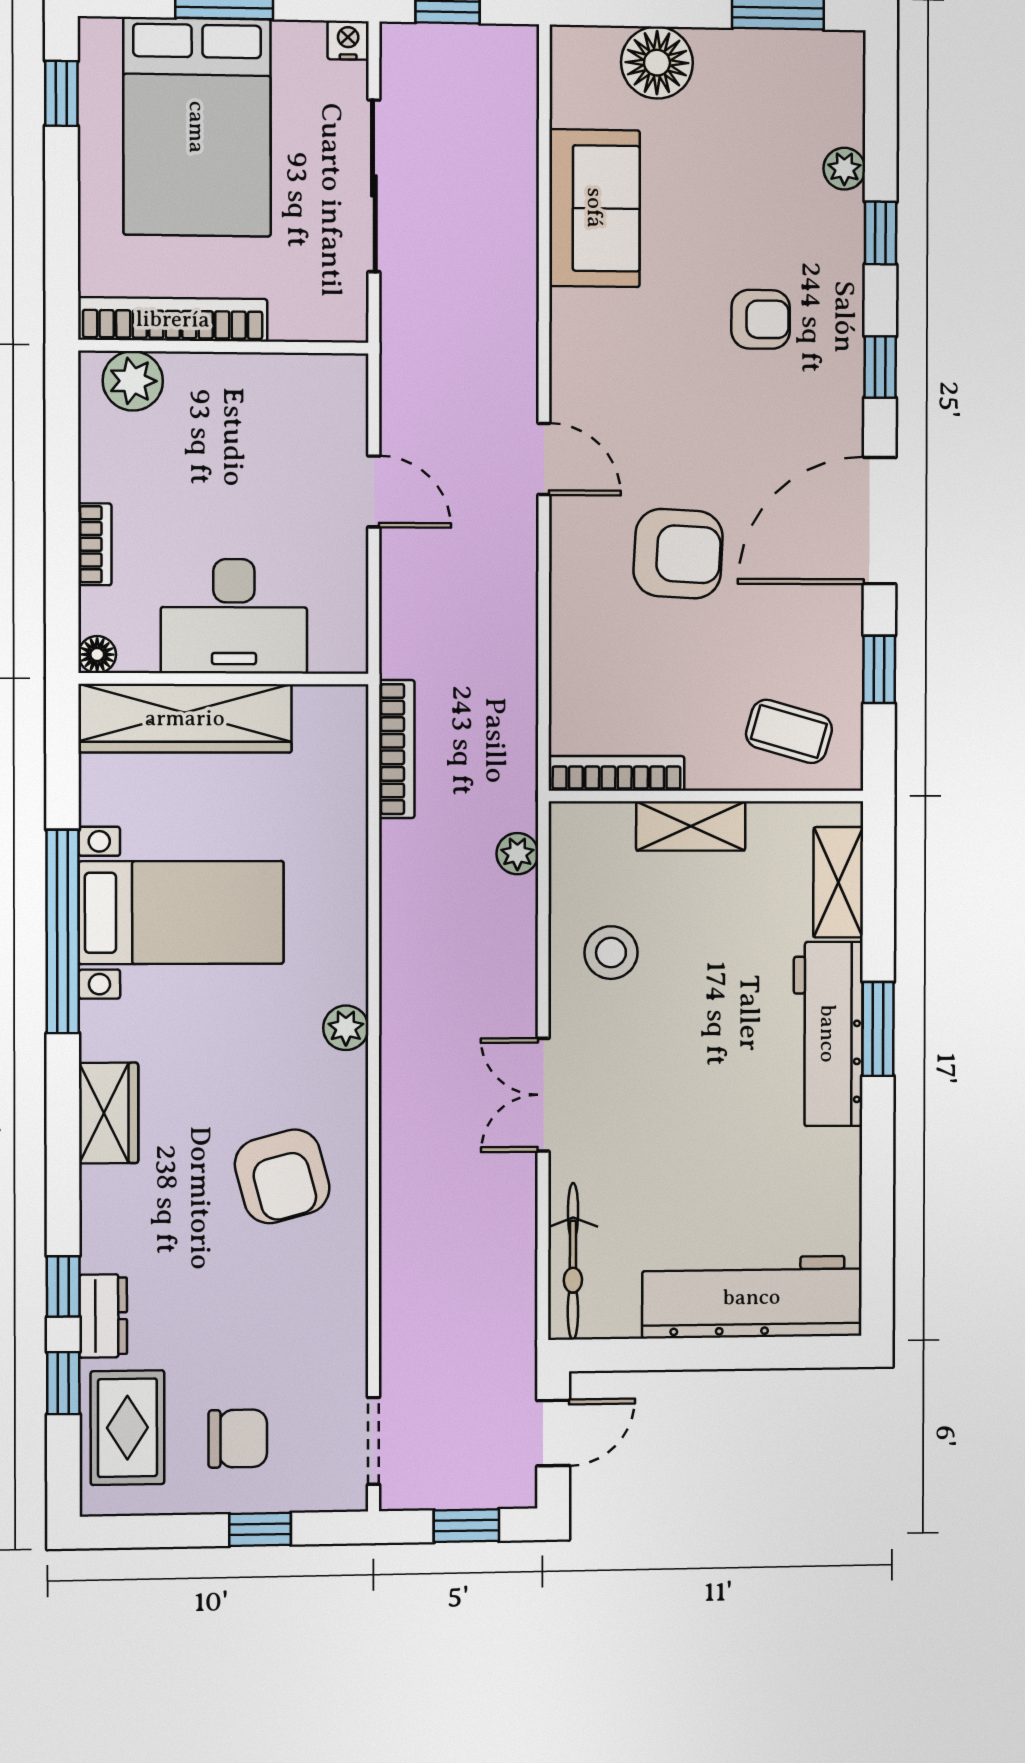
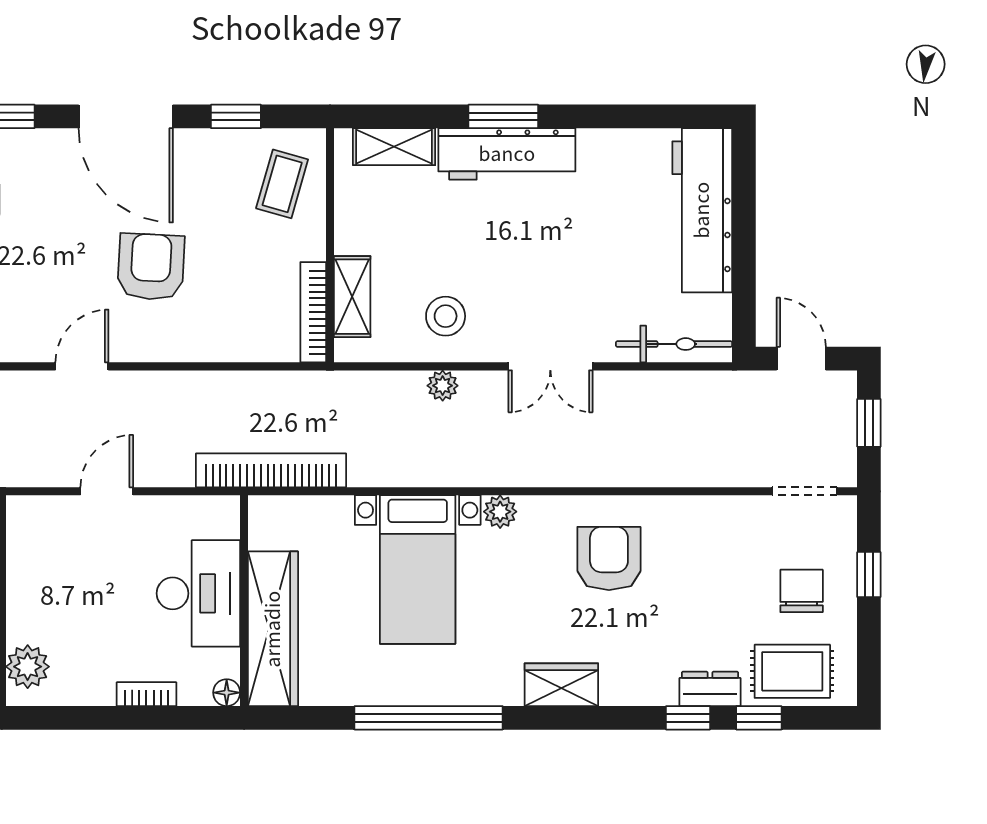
bookcase: (397, 749) -> (271, 470), width x1.48, depth x1.31
shelving: (691, 826) -> (352, 297), moved
plant: (517, 854) -> (443, 386), moved
bed with nightstands: (181, 913) -> (418, 570), moved, turned 180
armchair: (282, 1176) -> (609, 558), turned -75

